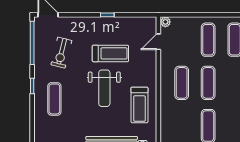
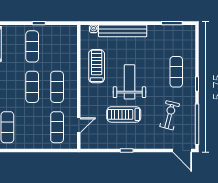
plant: (165, 22) -> (72, 144), removed
exercise mat: (208, 40) -> (57, 127), moved

